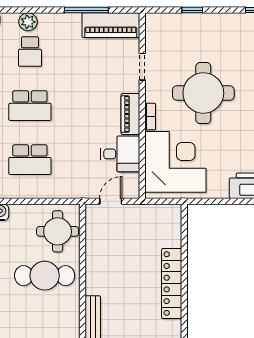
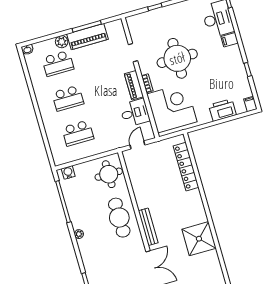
plant: (28, 22) -> (62, 42), moved
piano: (111, 25) -> (88, 37), moved
school desk: (30, 52) -> (58, 63), width x1.85
cafe table: (45, 276) -> (119, 218), moved, turned 90
locker: (172, 284) -> (186, 167), moved

